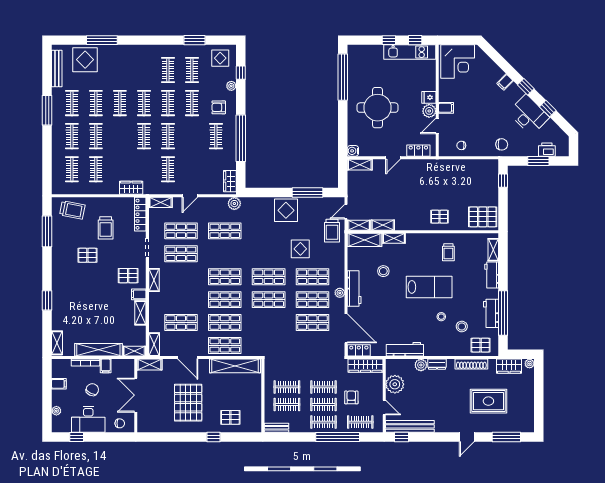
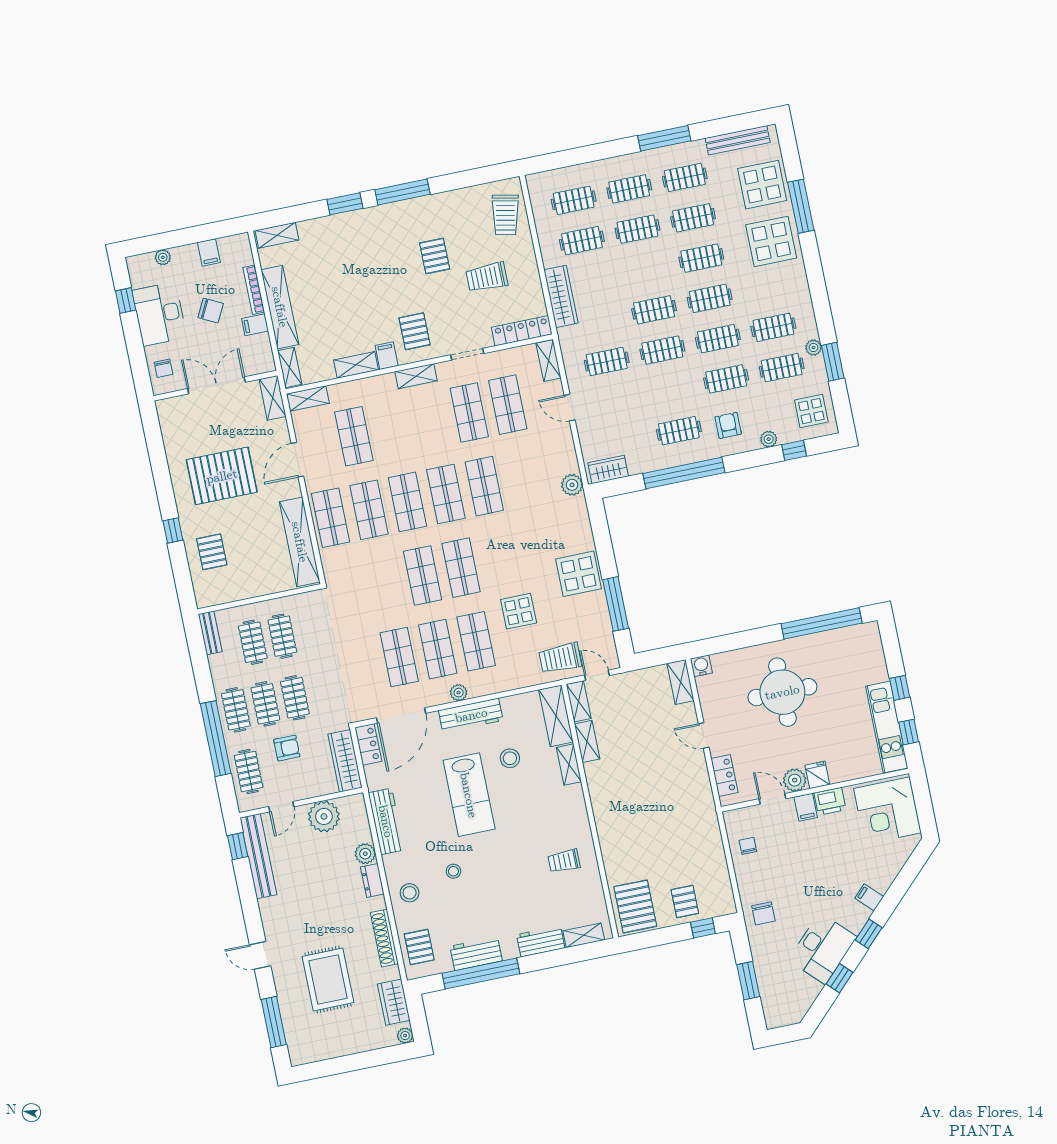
plant: (184, 49) -> (814, 348), added
display table: (119, 61) -> (771, 241), added
printer: (547, 150) -> (830, 801), moved, turned 90
wardrobe: (131, 188) -> (561, 296), width x1.50
pallet: (439, 217) -> (685, 902), moved
window: (47, 231) -> (402, 192), moved
shop shelf: (225, 231) -> (484, 486), moved
lab bench: (429, 287) -> (469, 795), moved
stool: (462, 327) -> (410, 893), moved

